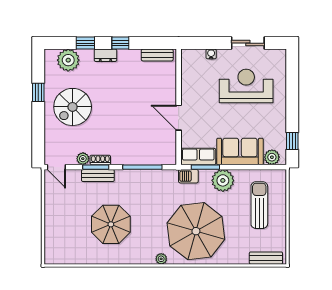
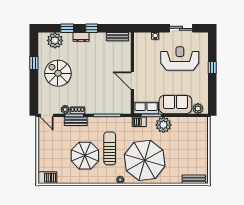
spiral stairs: (73, 107) -> (58, 73), turned 90
window: (292, 141) -> (212, 67), moved
sun lounger: (259, 205) -> (110, 148), moved
barbecue: (57, 256) -> (47, 178), added

